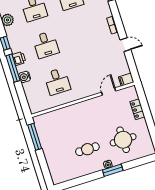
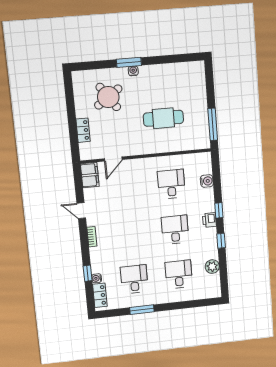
window: (13, 68) -> (219, 210), width x0.46
water cooler: (25, 77) -> (207, 181), moved
filing cabinet: (126, 80) -> (90, 175), width x2.00
round table: (123, 140) -> (108, 97), turned -35
cafe table: (87, 149) -> (163, 118), moved, width x1.37, depth x1.35

